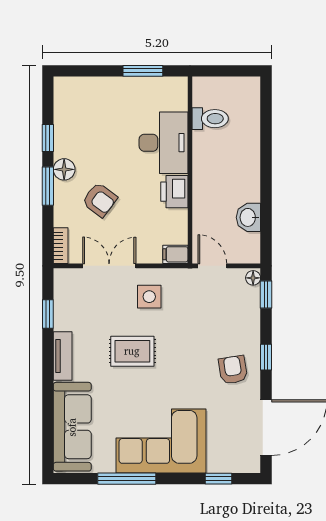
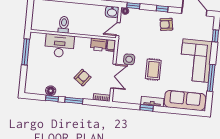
window: (143, 71) -> (26, 52), width x1.44
toilet: (210, 119) -> (64, 25), moved
floor lamp: (64, 169) -> (51, 91), moved
printer: (174, 192) -> (98, 45), moved
washbasin: (248, 217) -> (112, 12), moved
double door: (109, 266) -> (113, 76), swing flipped
window: (48, 314) -> (147, 108), moved

